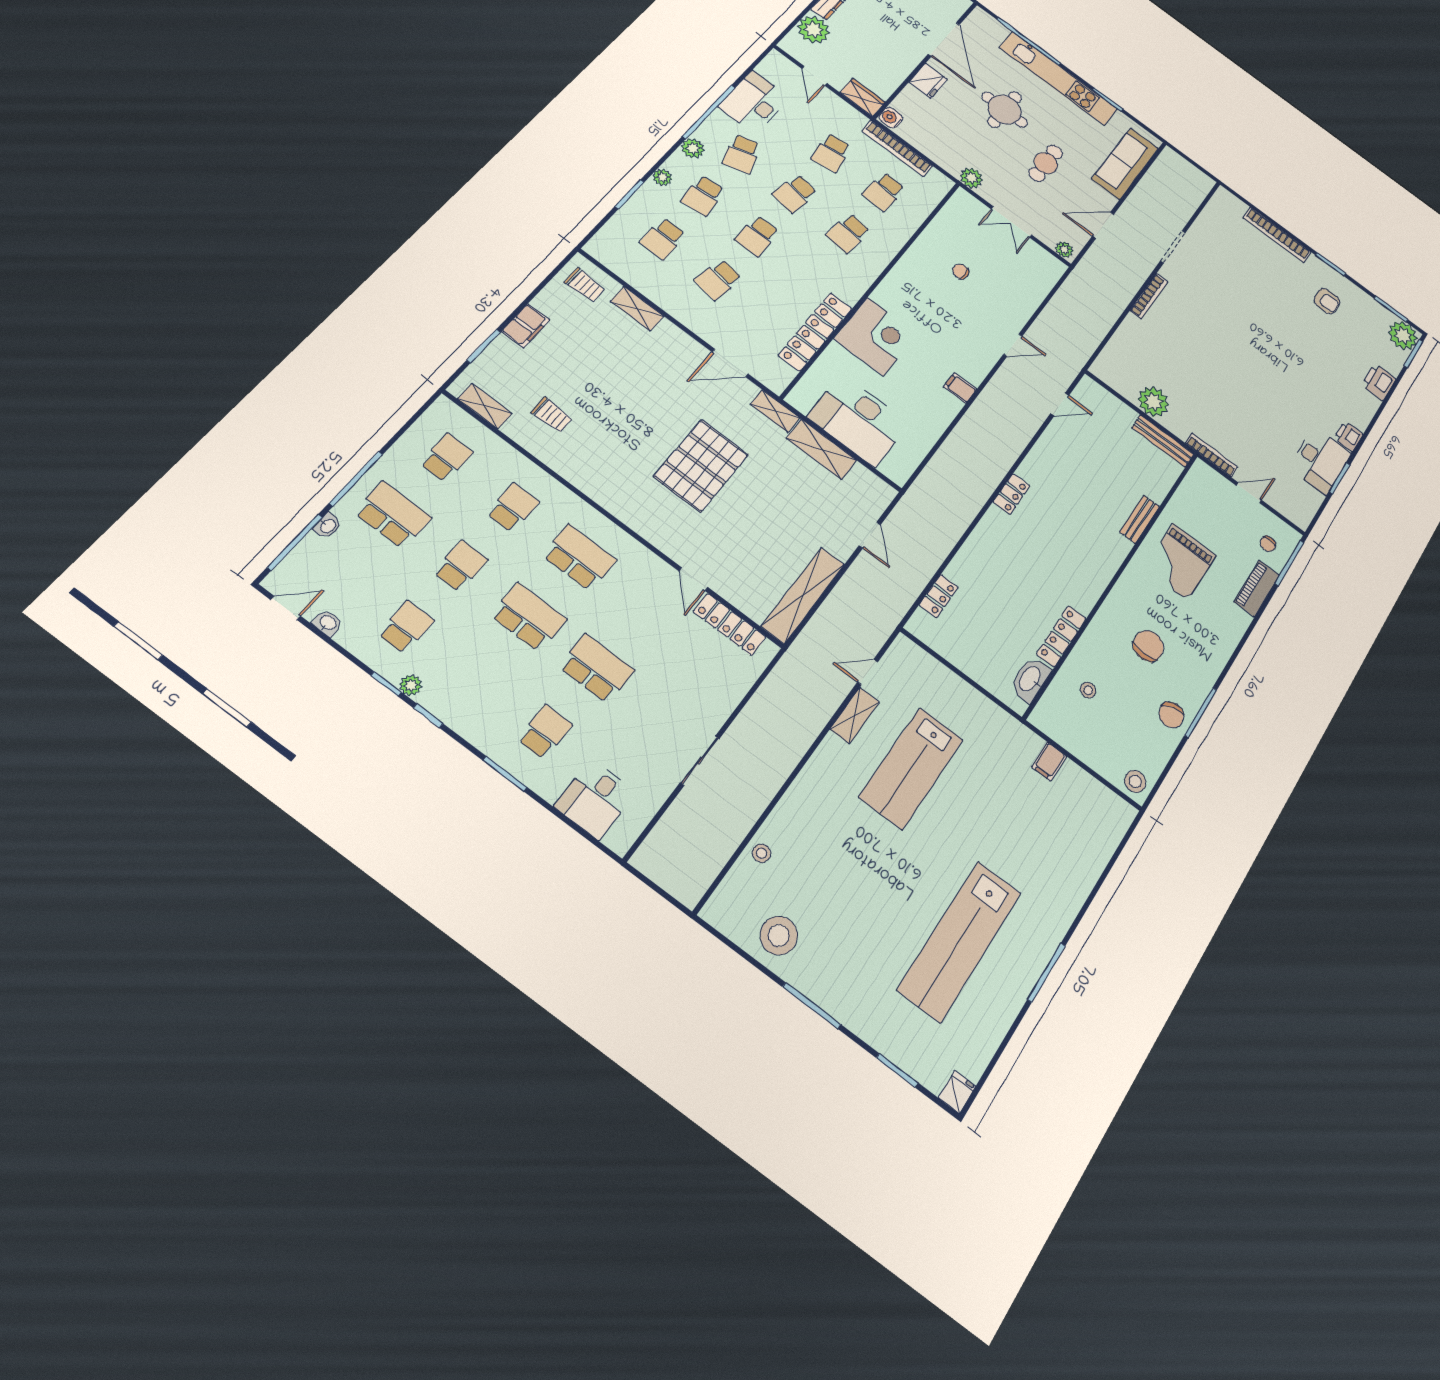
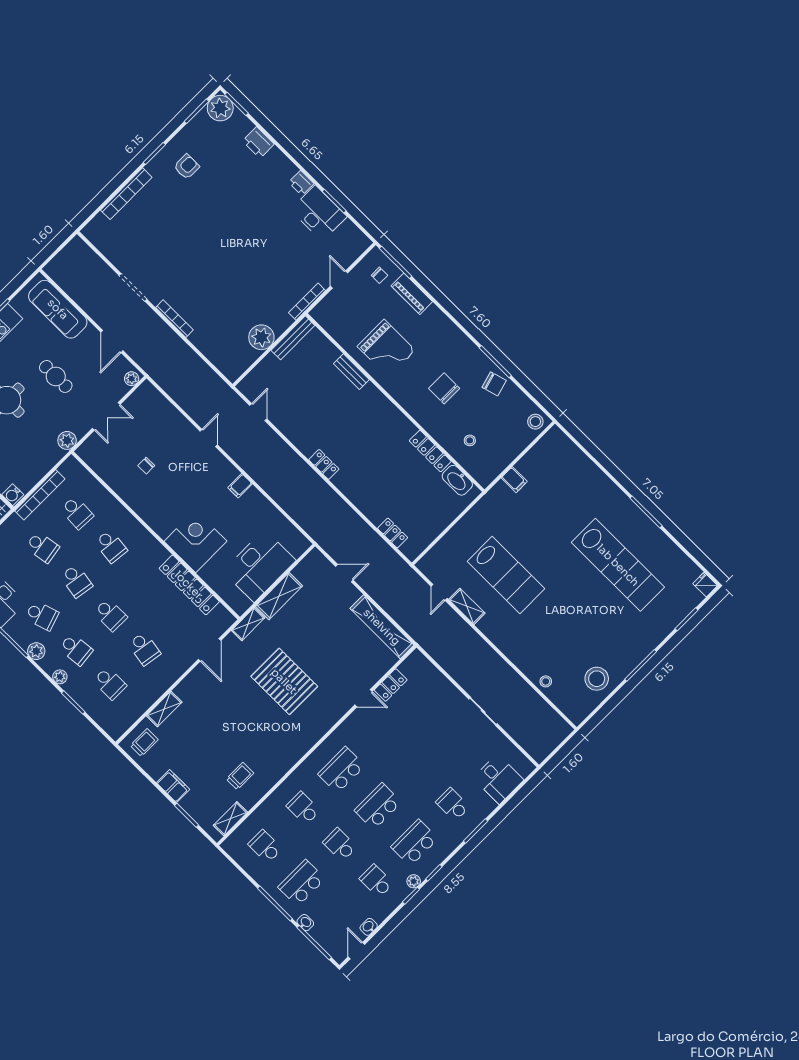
locker: (730, 624) -> (391, 685), width x0.66
school desk: (597, 668) -> (414, 843), moved

